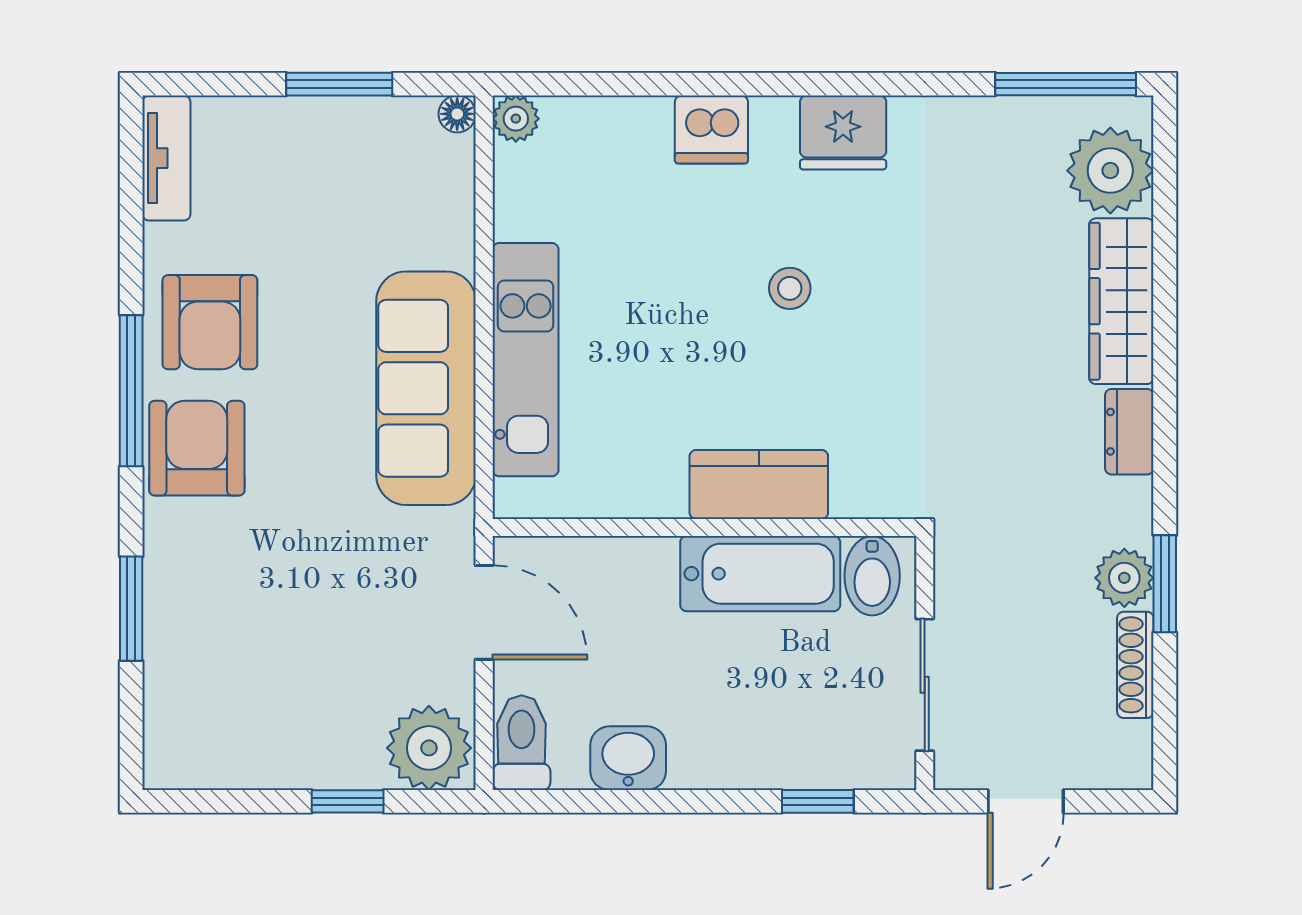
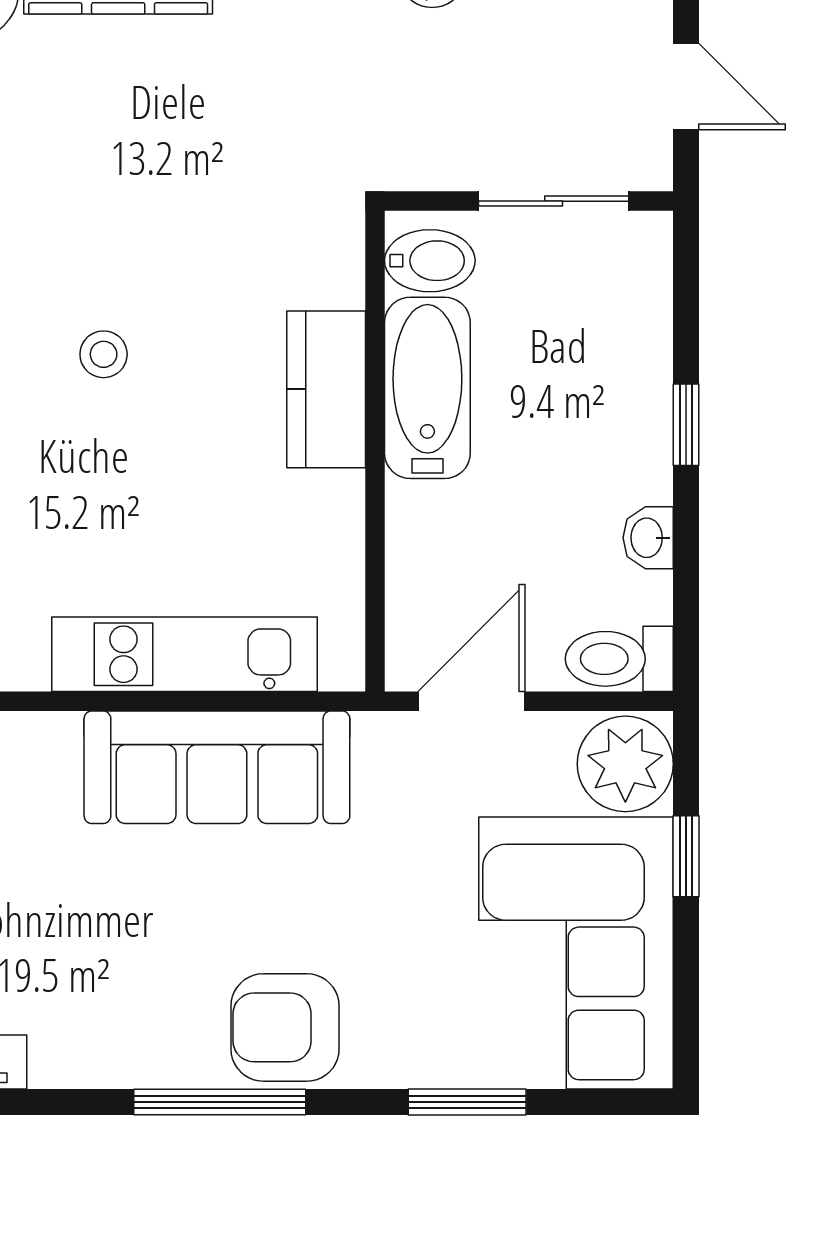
armchair: (210, 322) -> (142, 1013), removed
corner sofa: (262, 705) -> (576, 953), added
washbasin: (628, 758) -> (648, 538), width x0.72, depth x0.69
window: (818, 801) -> (686, 425), moved

